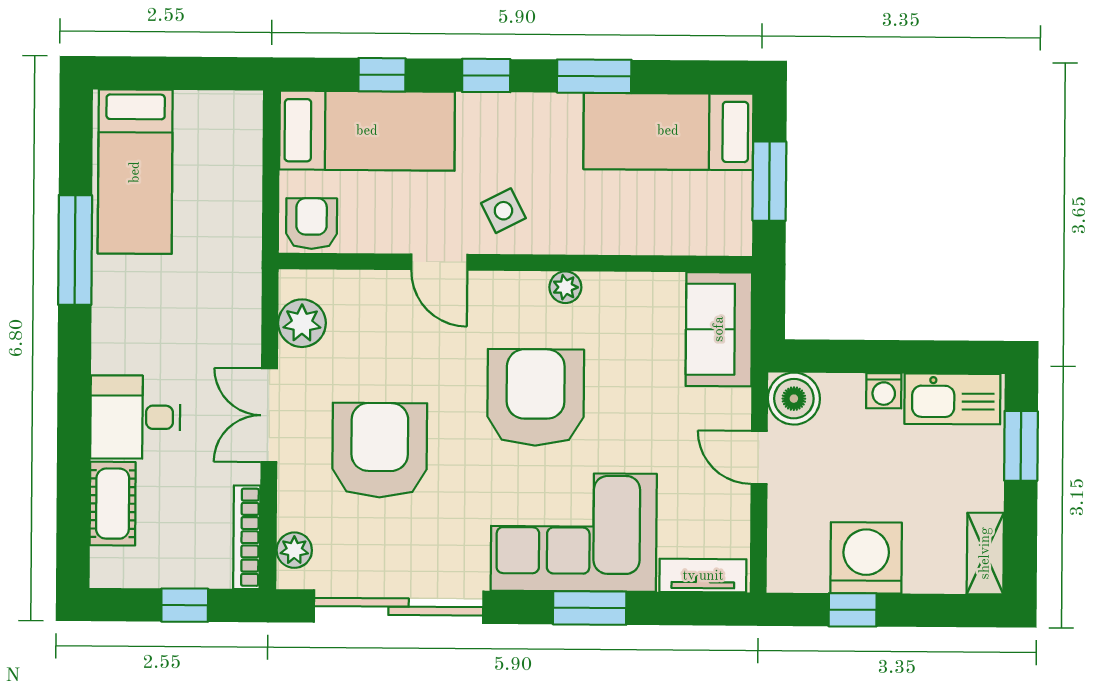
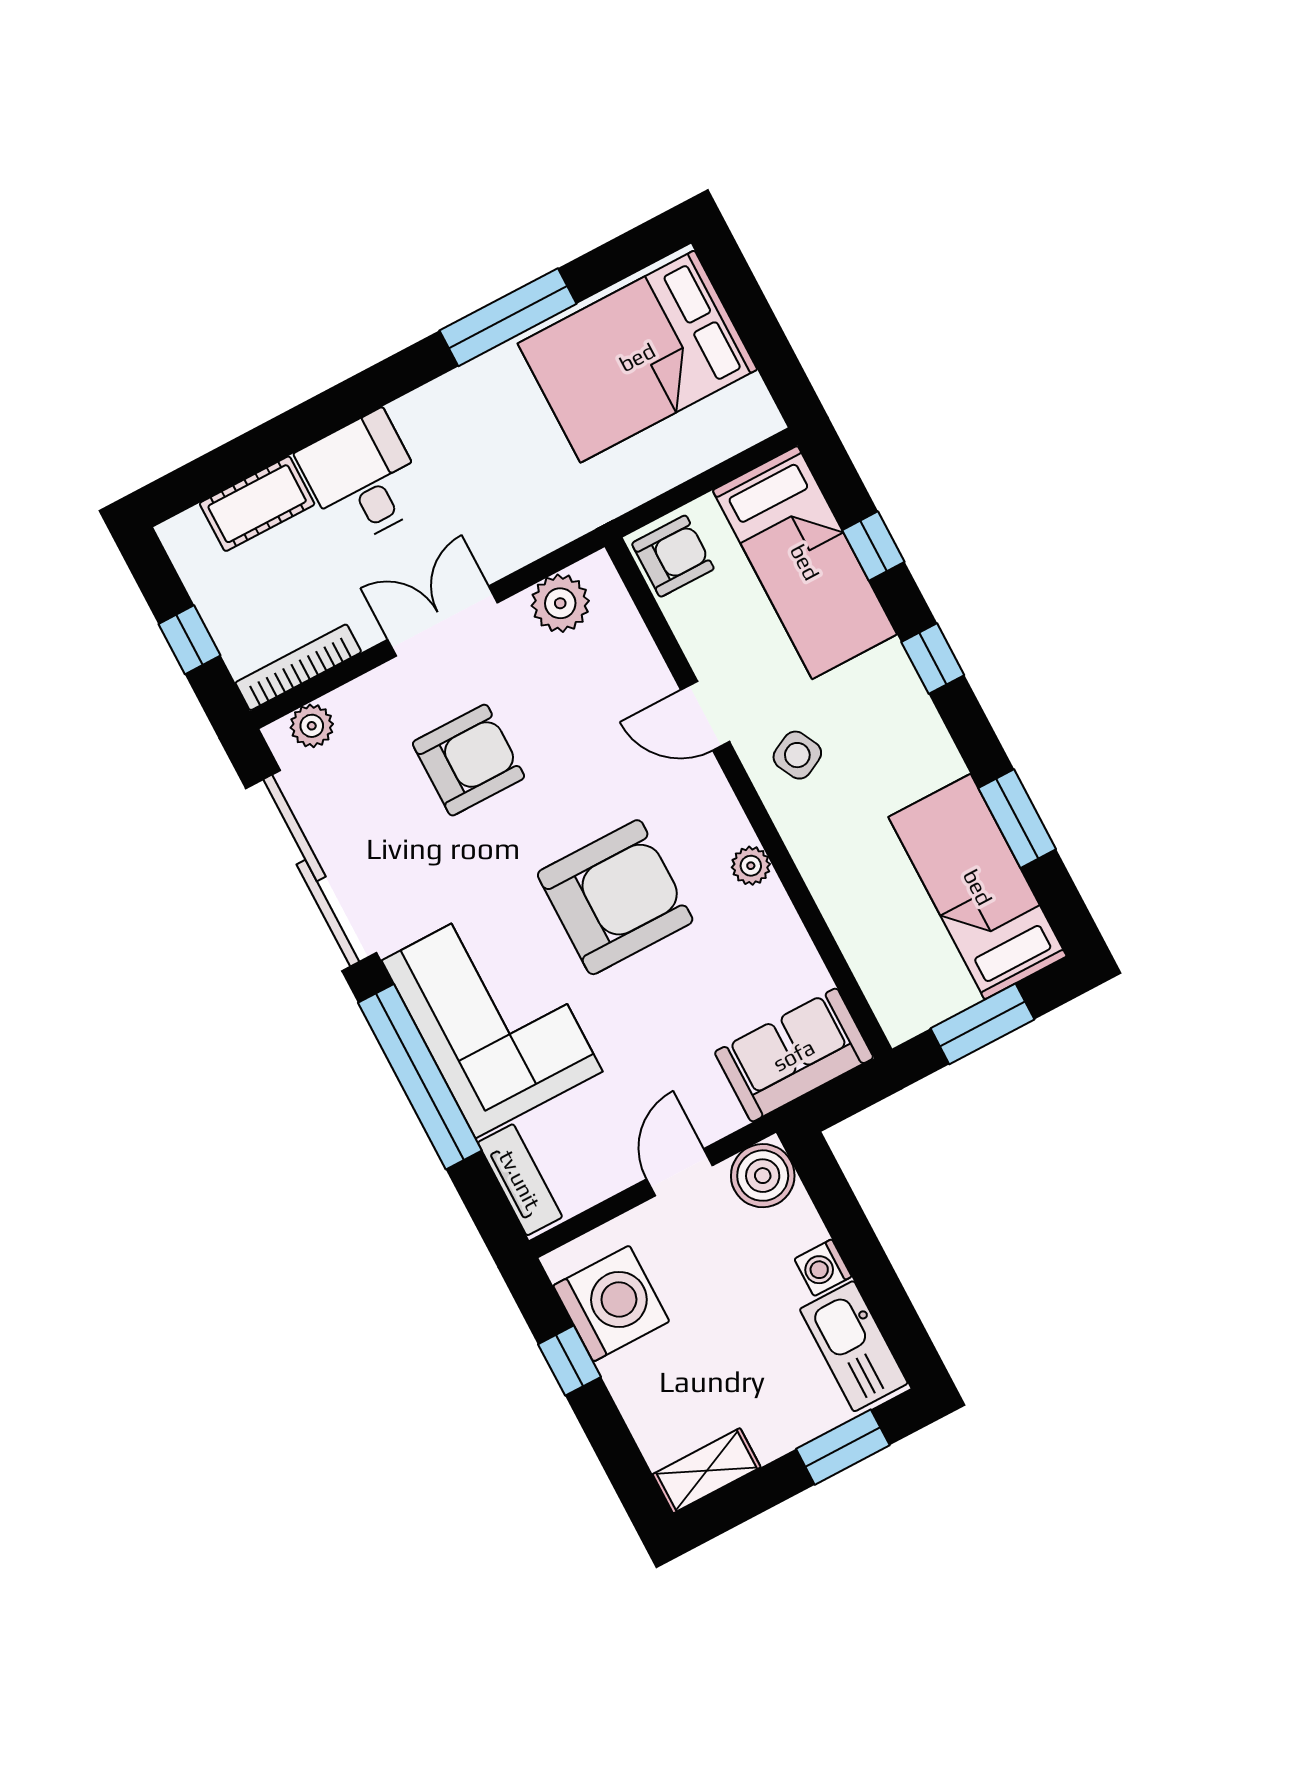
window: (594, 76) -> (1017, 819), moved
bed: (135, 172) -> (637, 357), width x1.50
door: (439, 262) -> (705, 716), hinge flipped
armchair: (380, 450) -> (468, 760), width x0.73, depth x0.73
washing machine: (866, 558) -> (611, 1303), moved
window: (590, 608) -> (420, 1077), width x2.11

